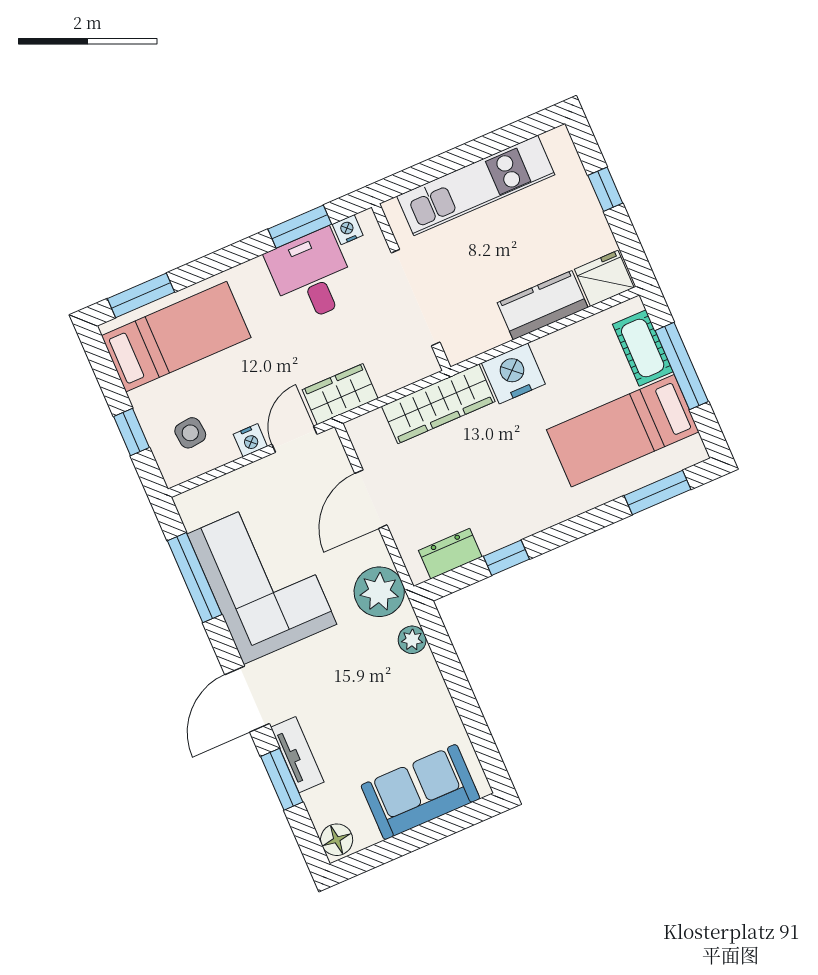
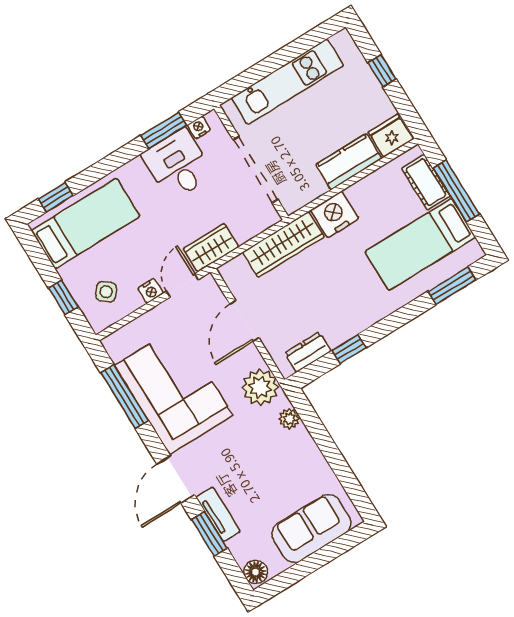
window: (141, 295) -> (56, 197), width x0.67
side table: (190, 433) -> (106, 292), turned 45

